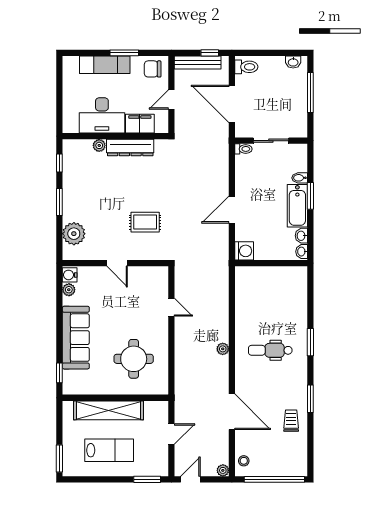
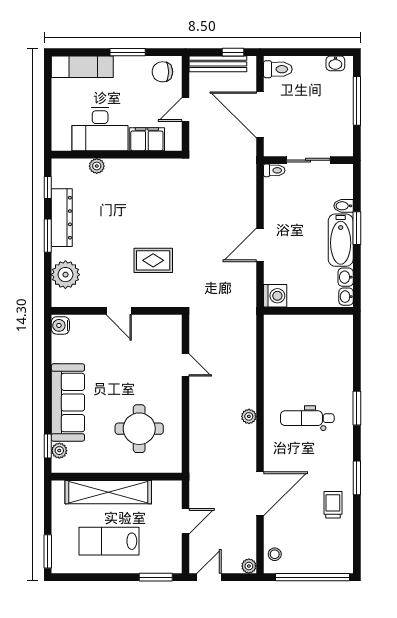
exam couch: (105, 65) -> (82, 67), moved
dresser: (130, 148) -> (62, 218), moved, turned -90
plant: (69, 290) -> (59, 451), moved
door: (232, 412) -> (260, 494), hinge flipped
lab bench: (109, 450) -> (109, 541), turned 180

